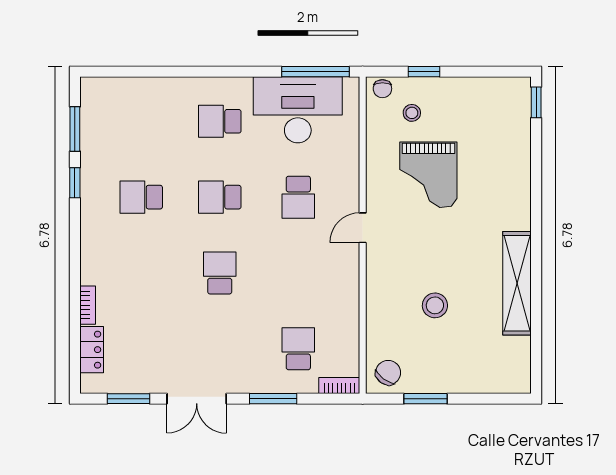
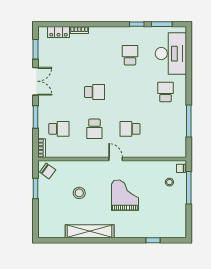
window: (315, 72) -> (189, 121), moved
window: (424, 72) -> (189, 188), width x2.17
window: (536, 102) -> (153, 240), moved
desk: (298, 110) -> (171, 54), moved
grand piano: (428, 175) -> (125, 195), moved, turned 90
school desk: (220, 197) -> (94, 129), moved, turned 180
double door: (197, 399) -> (36, 81), swing flipped

